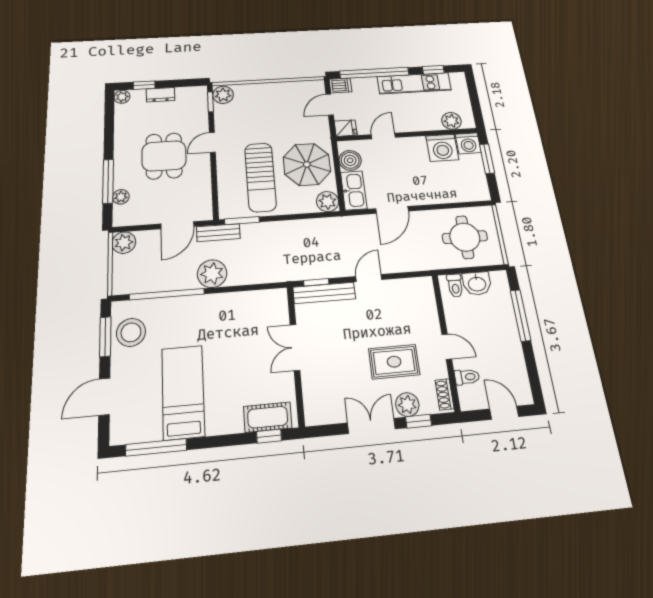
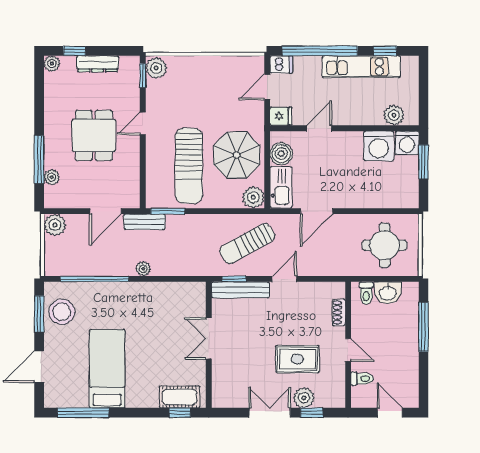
dresser: (160, 95) -> (98, 64), width x1.44
sun lounger: (326, 246) -> (247, 244), added
plant: (212, 274) -> (143, 269), width x0.53, depth x0.53
shoe rack: (445, 394) -> (339, 312), moved

